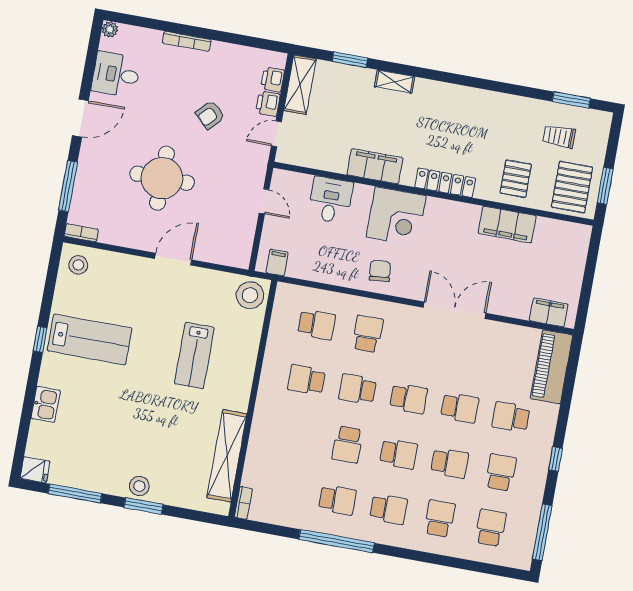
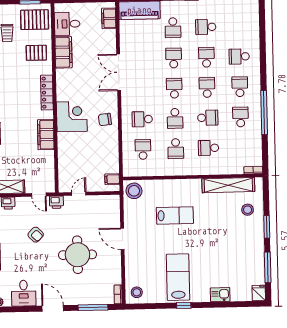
printer: (268, 104) -> (56, 202), moved
desk: (331, 200) -> (67, 24), moved
stool: (139, 486) -> (248, 210), moved
school desk: (491, 528) -> (208, 148), moved

